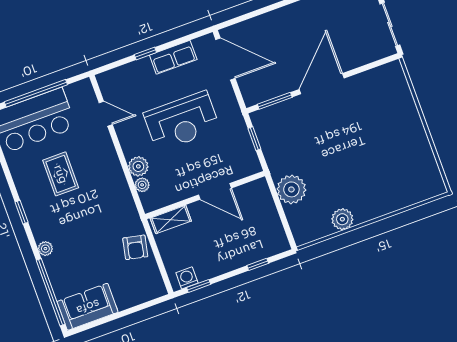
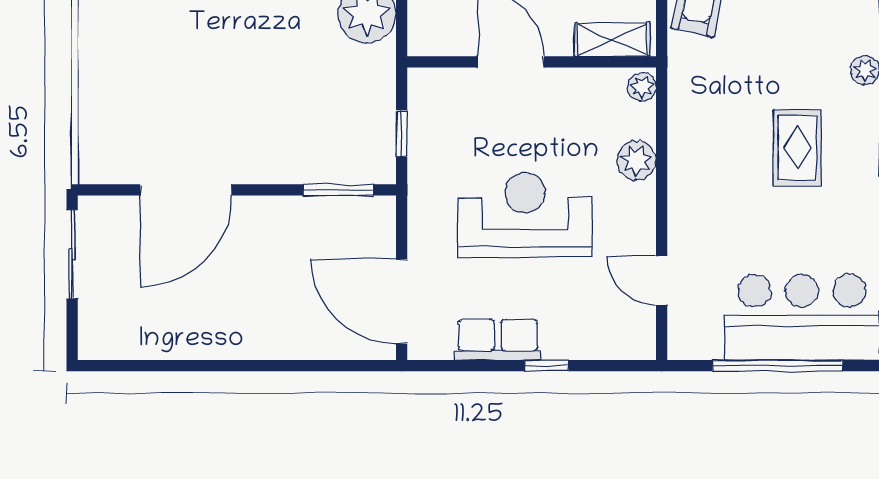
door: (322, 84) -> (186, 190), moved
rug: (61, 174) -> (797, 148), moved
plant: (142, 185) -> (642, 87), moved

